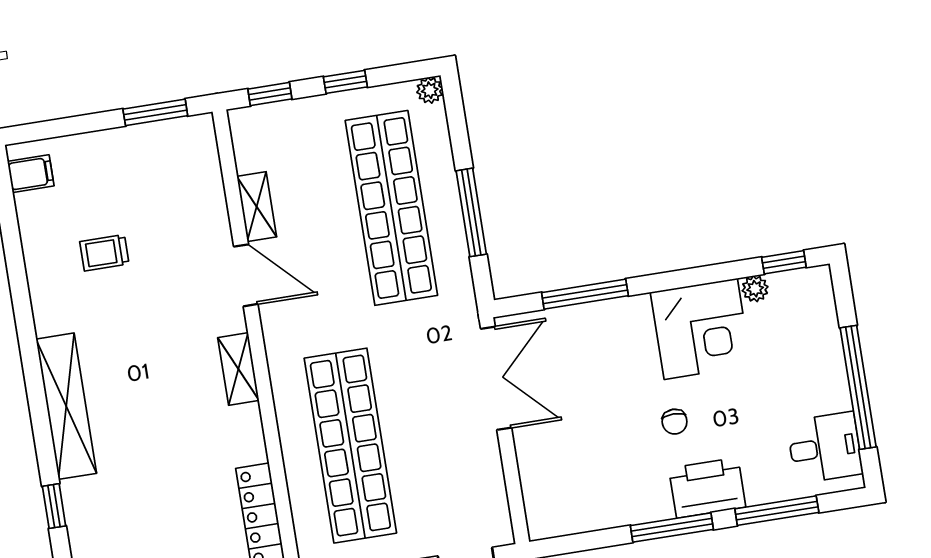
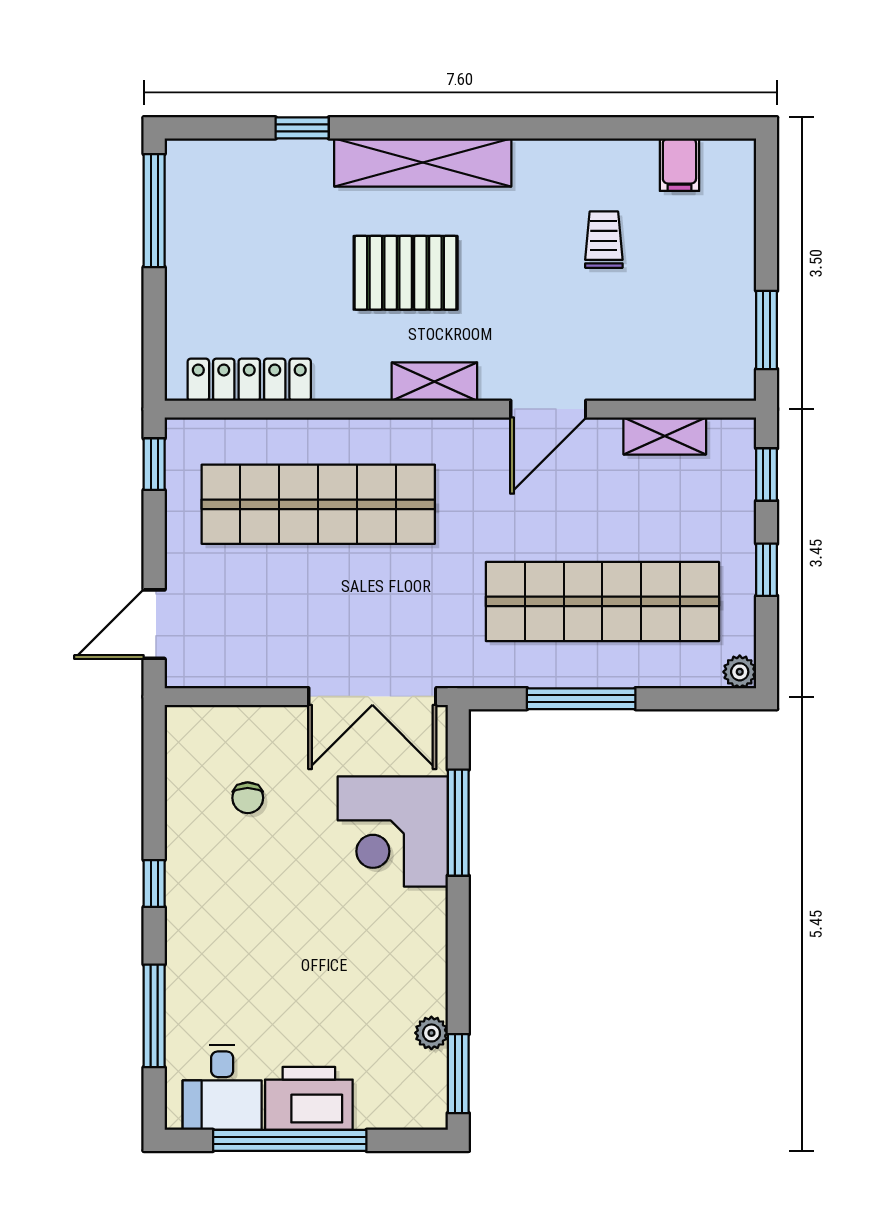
filing cabinet: (31, 174) -> (679, 165), moved
shelving: (257, 207) -> (665, 436), moved
window: (784, 262) -> (458, 1074), width x1.50
corner desk: (701, 329) -> (393, 831), moved
pallet: (156, 406) -> (406, 273), added
chair: (675, 422) -> (248, 798), moved, turned -90
printer: (707, 488) -> (309, 1098), moved, turned -90
window: (672, 528) -> (154, 884), width x0.46

